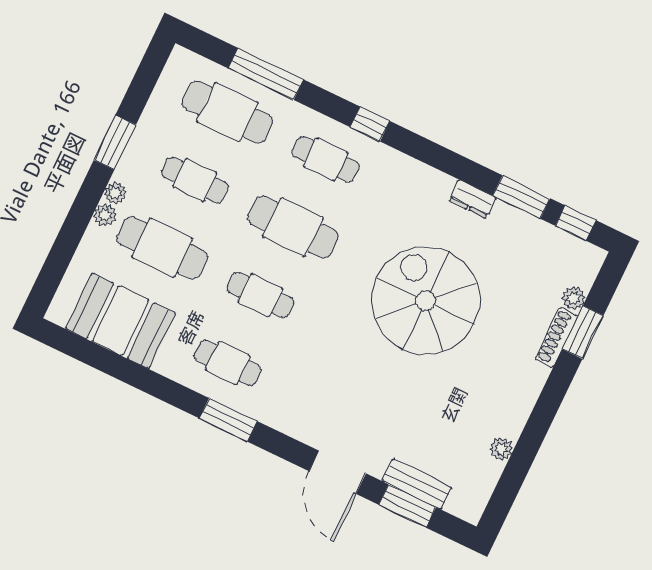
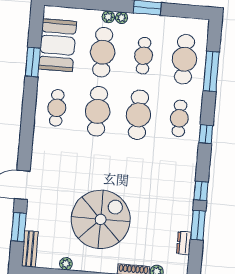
dresser: (473, 199) -> (184, 243), moved
window: (576, 223) -> (201, 191), moved
cafe table: (260, 295) -> (98, 111), width x1.37, depth x1.35
spiral stairs: (426, 301) -> (101, 219), moved
window: (228, 420) -> (33, 62), moved
bench: (417, 484) -> (30, 249), moved

